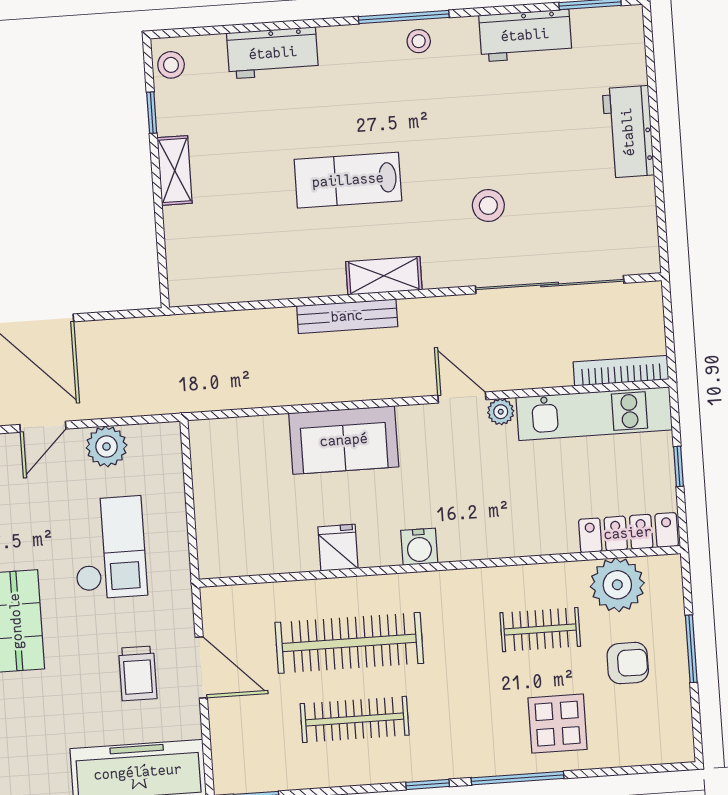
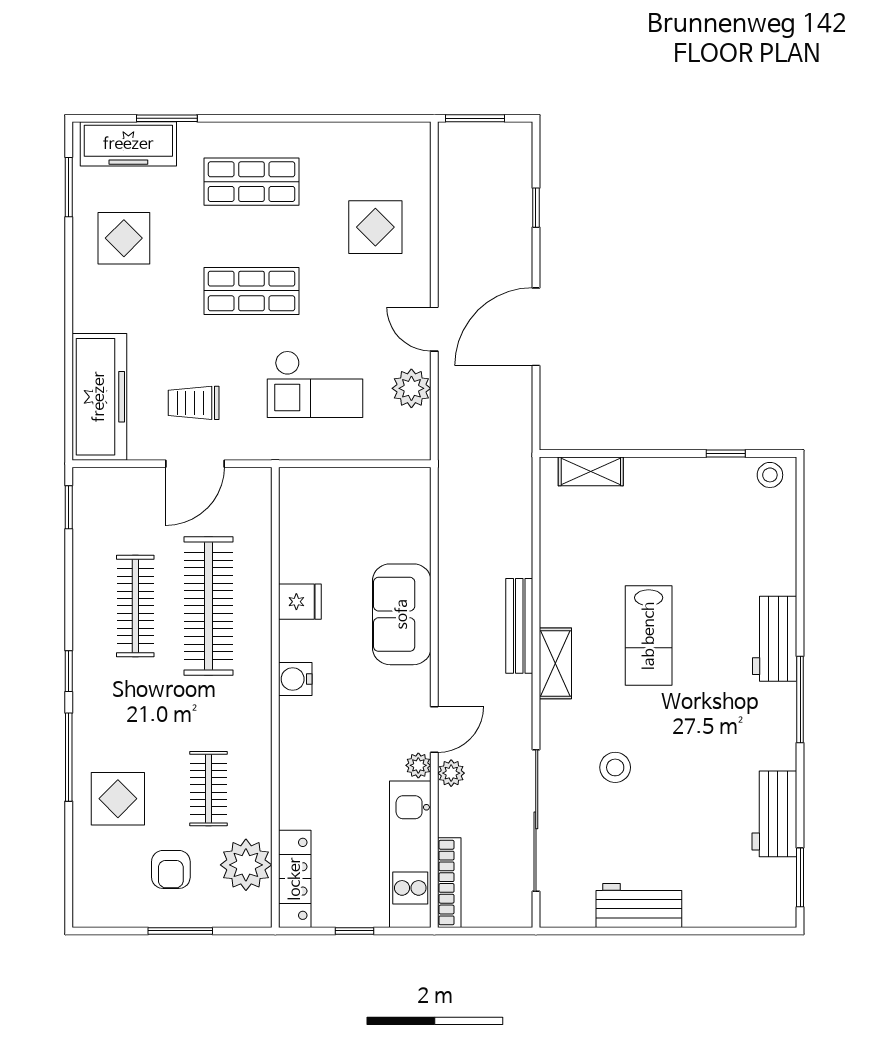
stool: (419, 41) -> (776, 712), removed
workbench: (273, 53) -> (775, 639), moved
workbench: (628, 132) -> (639, 905), moved
shelving: (175, 170) -> (591, 471), moved
lab bench: (348, 180) -> (649, 636), turned 180
plant: (506, 377) -> (451, 773), added

